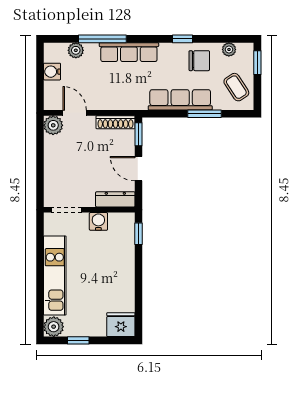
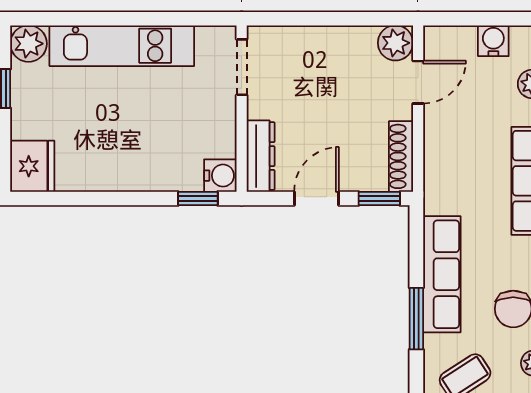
water cooler: (98, 221) -> (220, 176), moved

